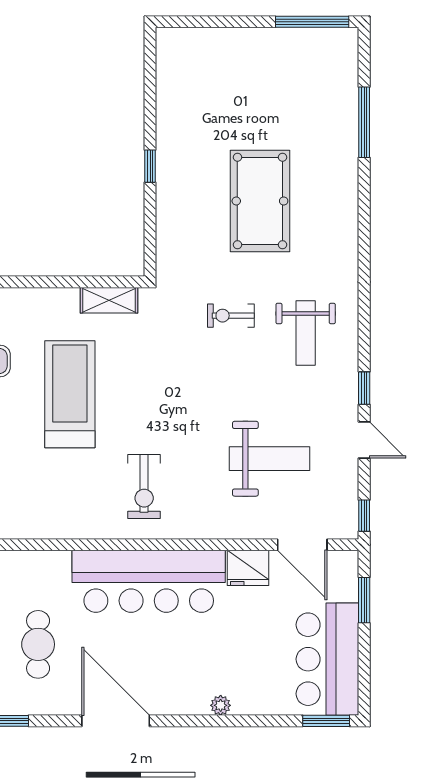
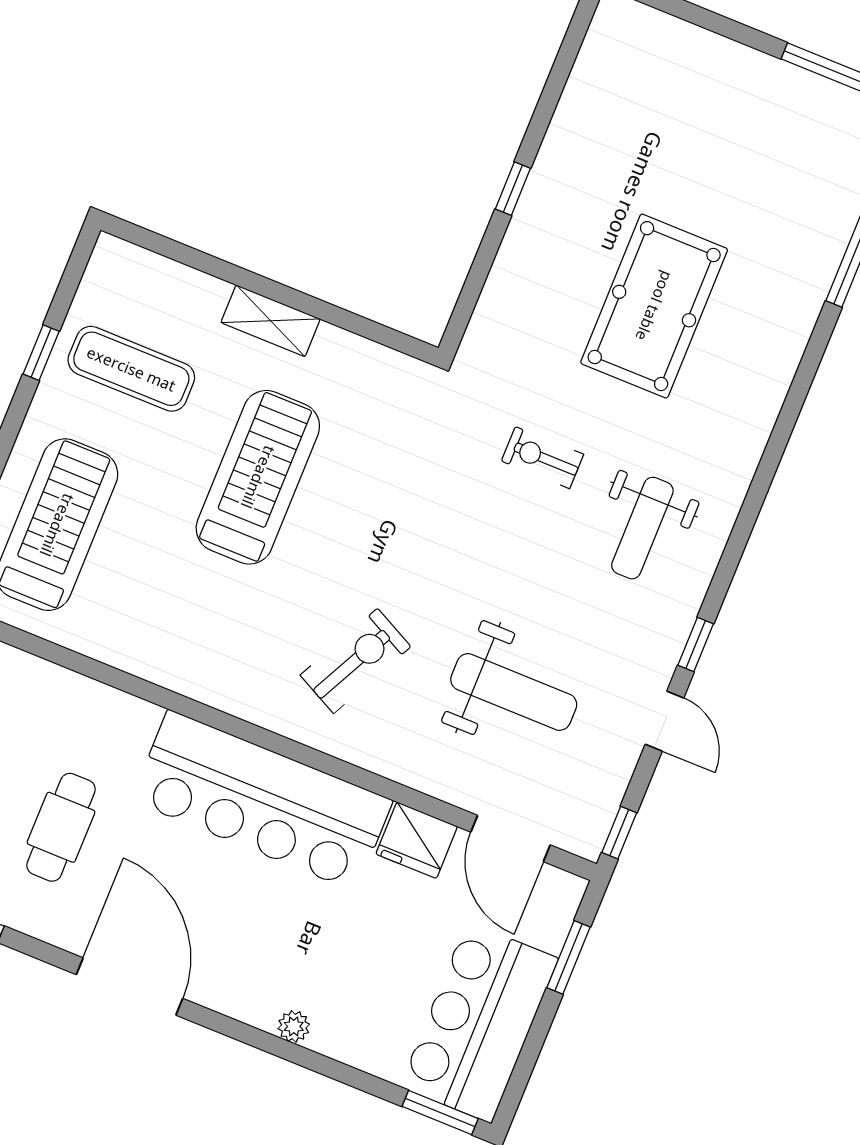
shelving: (109, 300) -> (271, 321), moved
exercise bike: (144, 487) -> (356, 661), moved, turned -153

